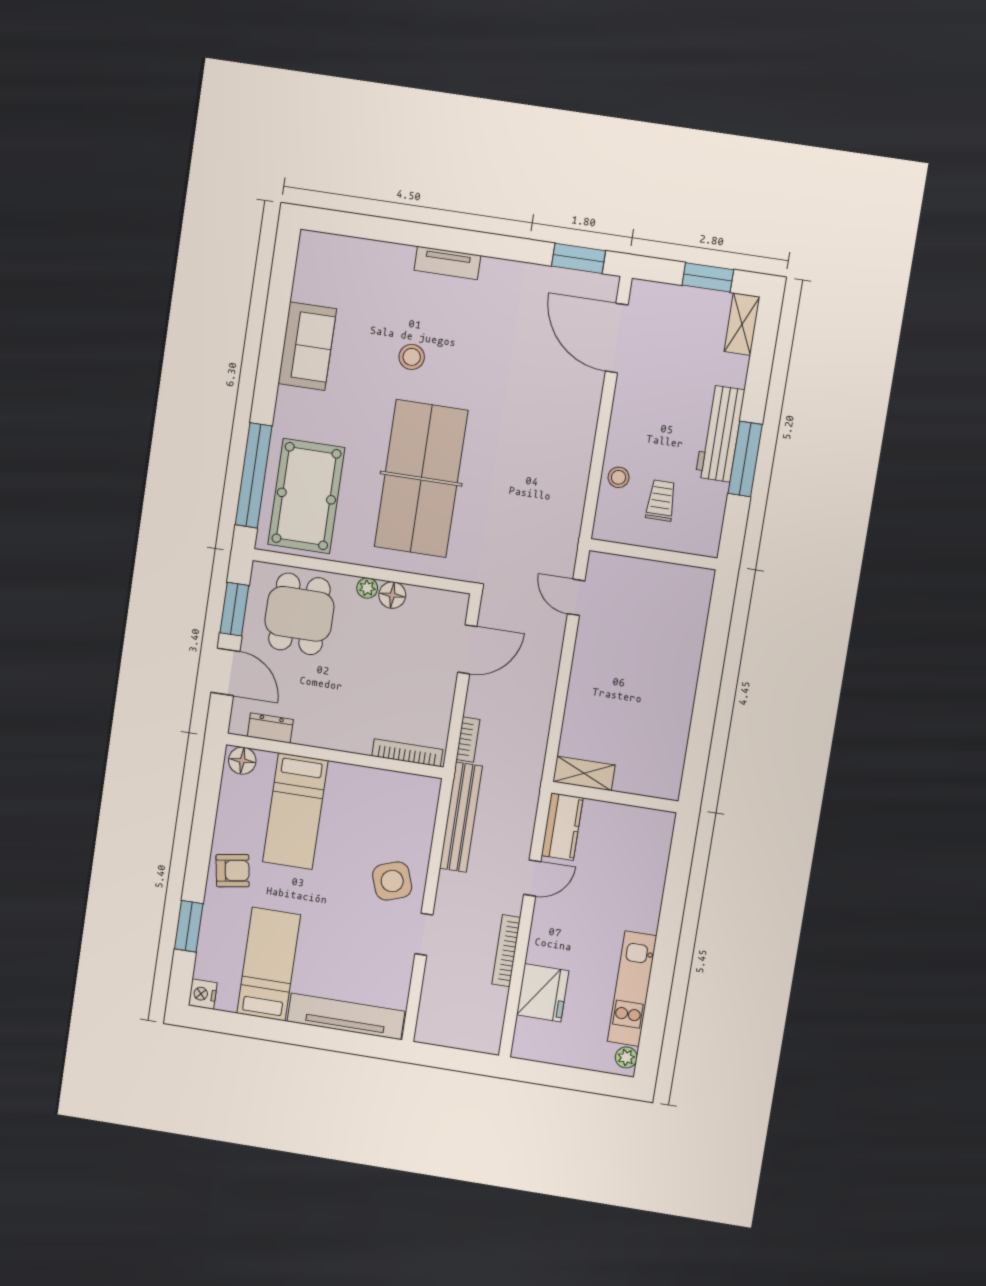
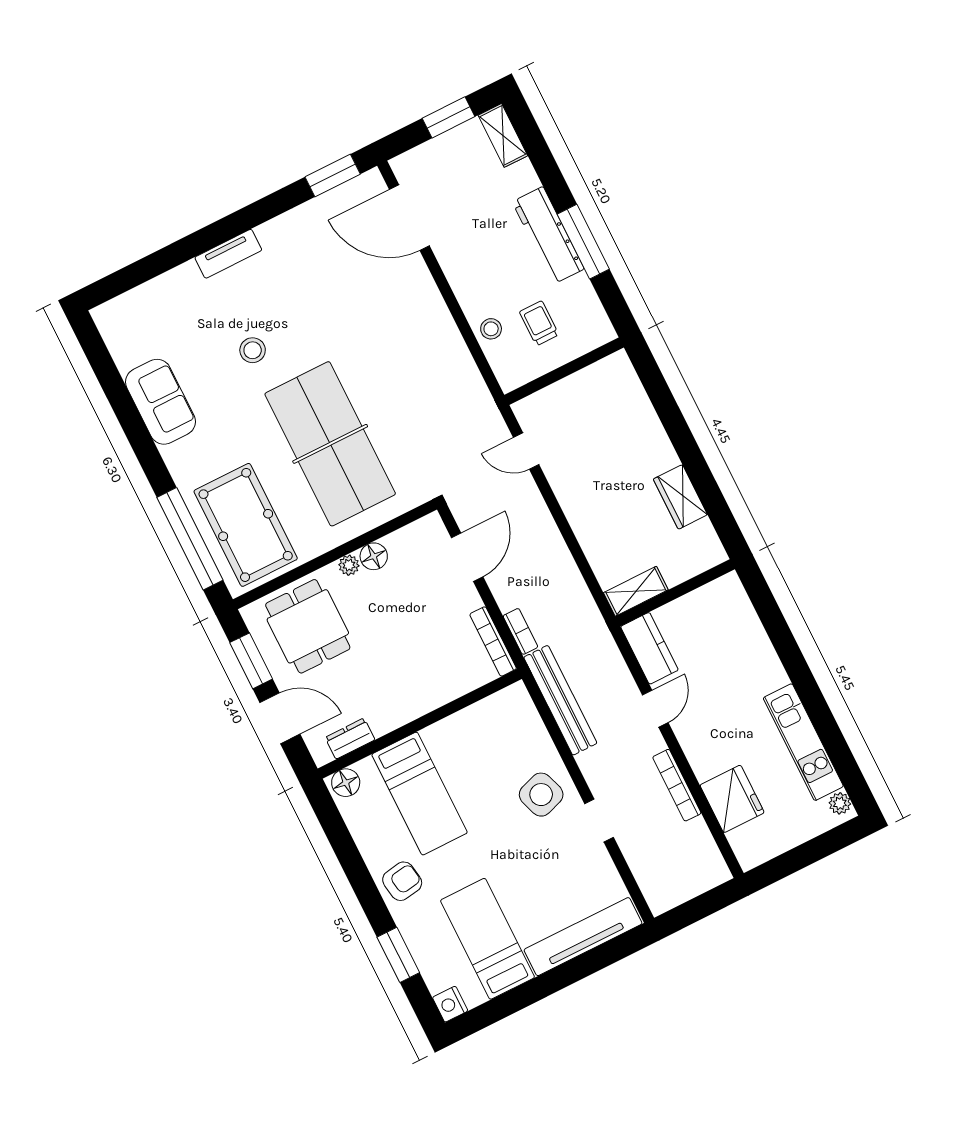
wardrobe: (675, 723) -> (680, 497), added
bookcase: (407, 753) -> (493, 641), moved, turned -90

